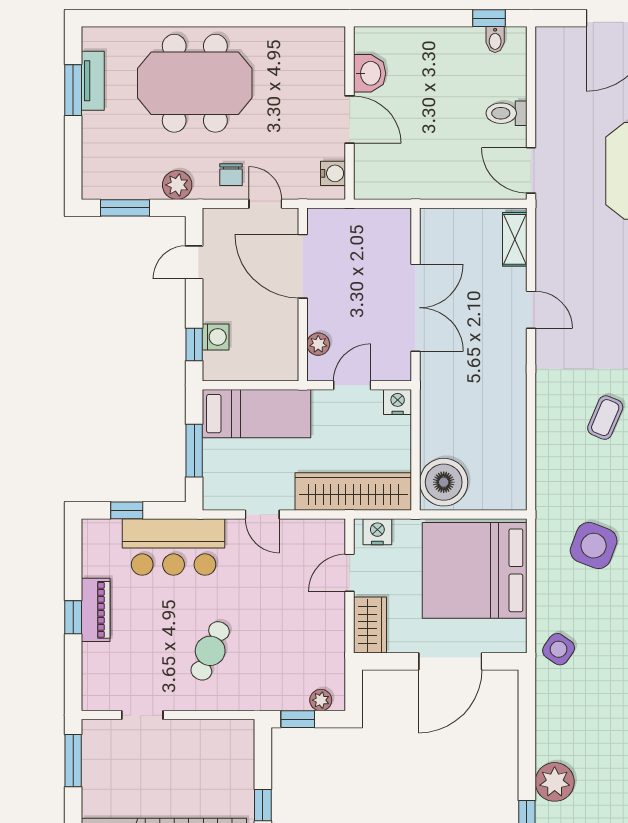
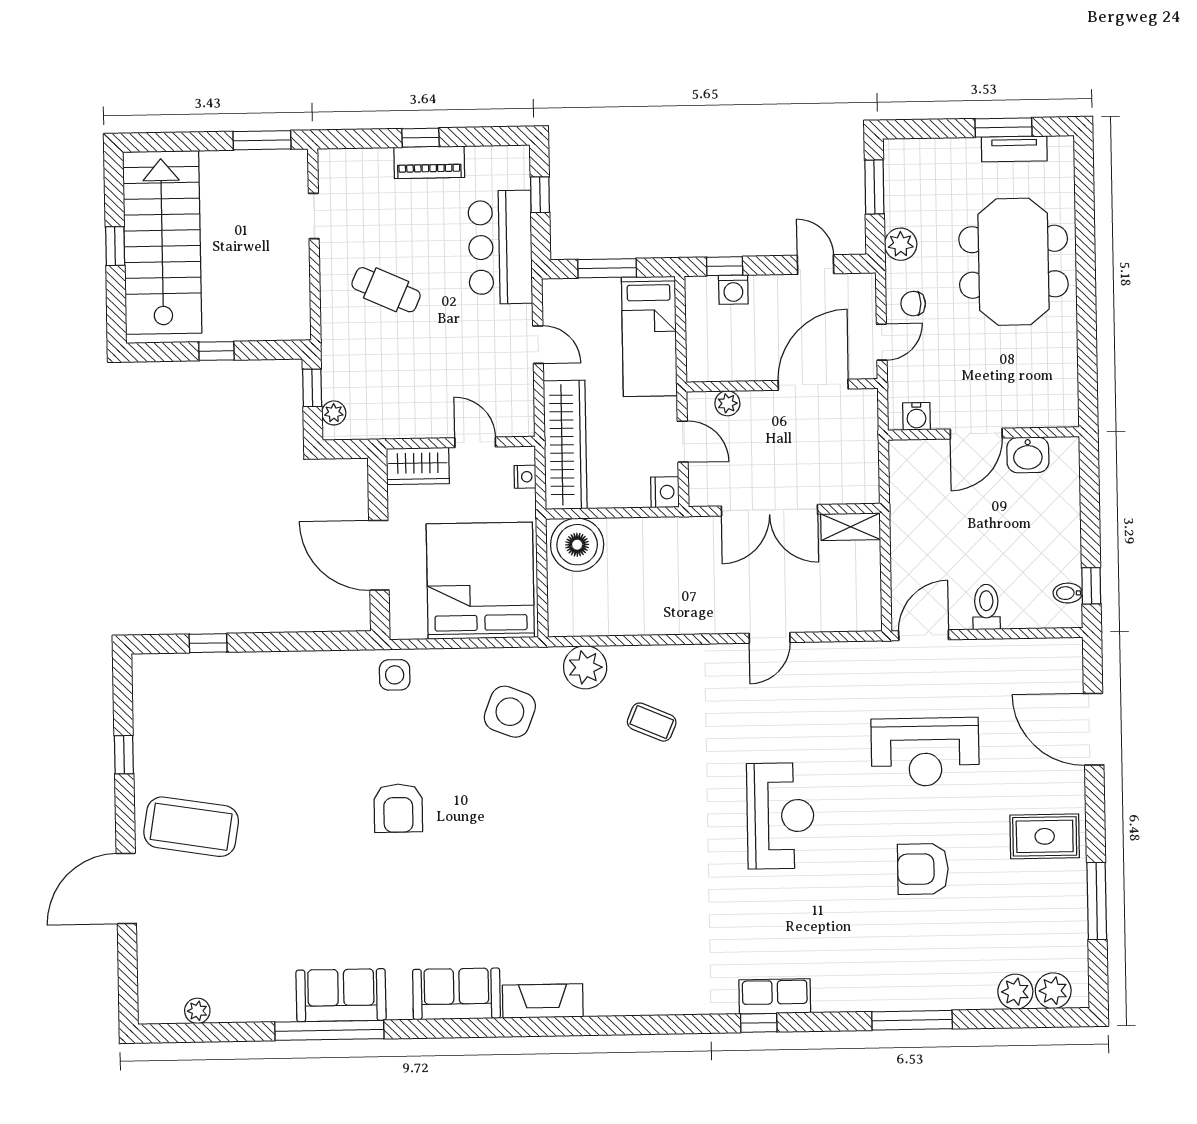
shelving: (515, 239) -> (851, 527), moved
door: (262, 514) -> (538, 345), swing flipped
nightstand: (377, 532) -> (525, 477), width x0.72, depth x0.74
side table: (559, 649) -> (395, 675), turned -35
plant: (555, 782) -> (585, 667), moved

